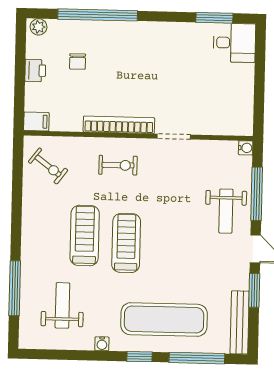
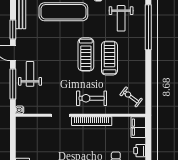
filing cabinet: (36, 121) -> (138, 127), width x2.00
exercise bike: (118, 165) -> (92, 98), width x1.38, depth x1.39
treadmill: (85, 236) -> (109, 58), turned 180
window: (15, 288) -> (148, 27), width x1.46

